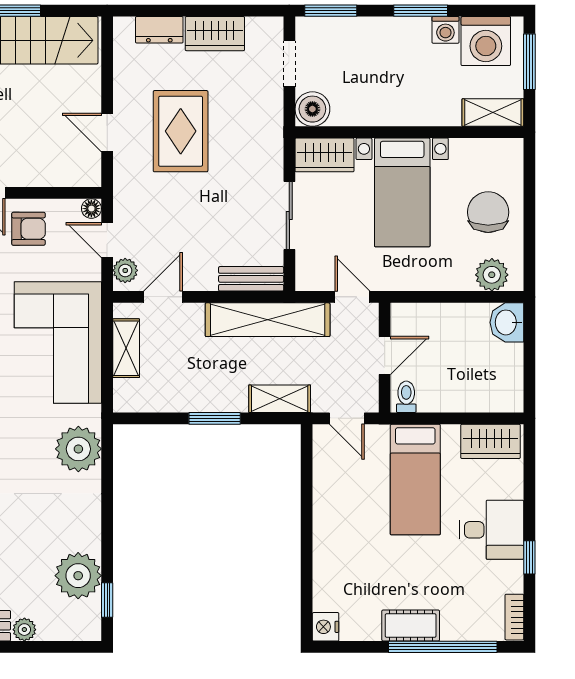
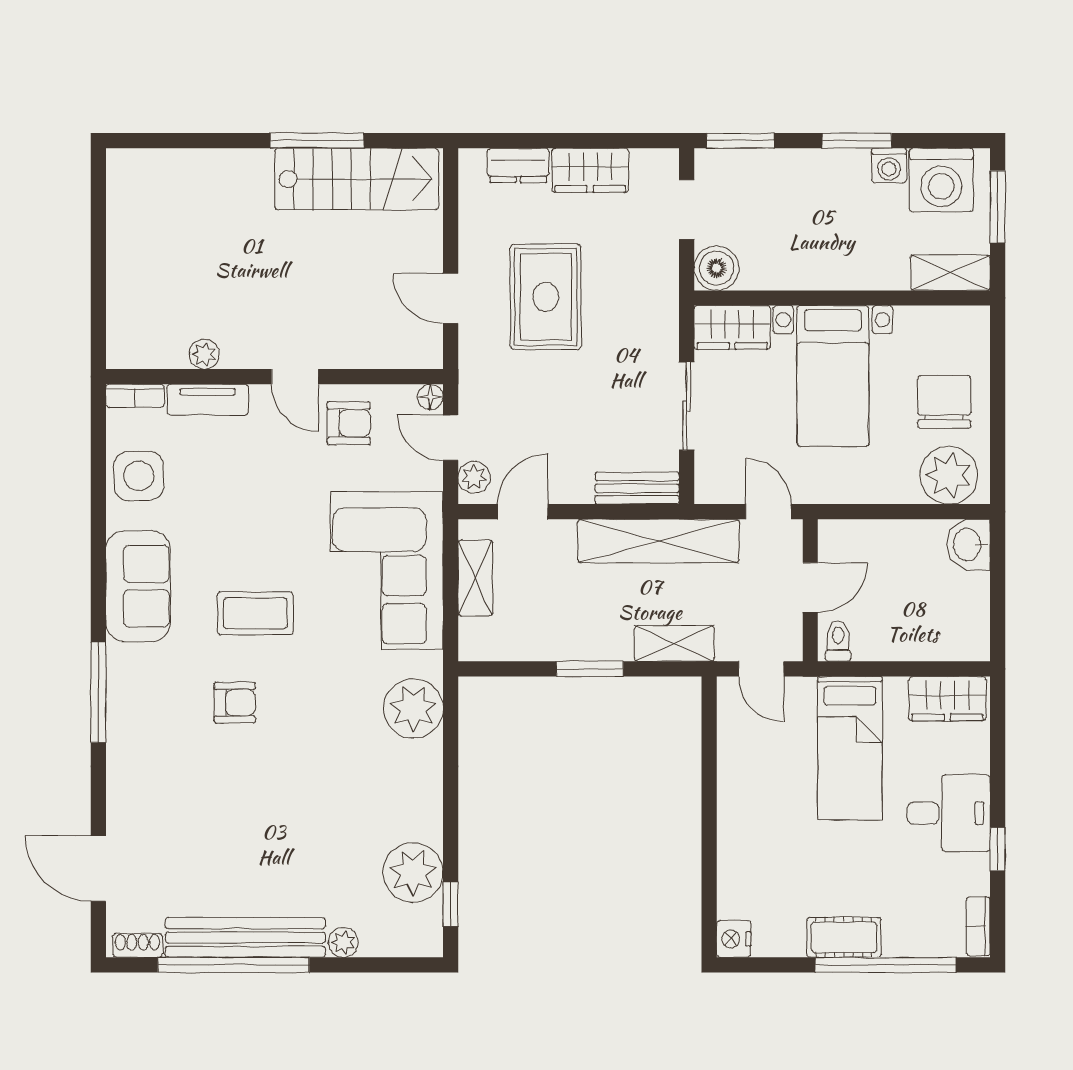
plant: (492, 275) -> (949, 475), width x1.36, depth x1.36

